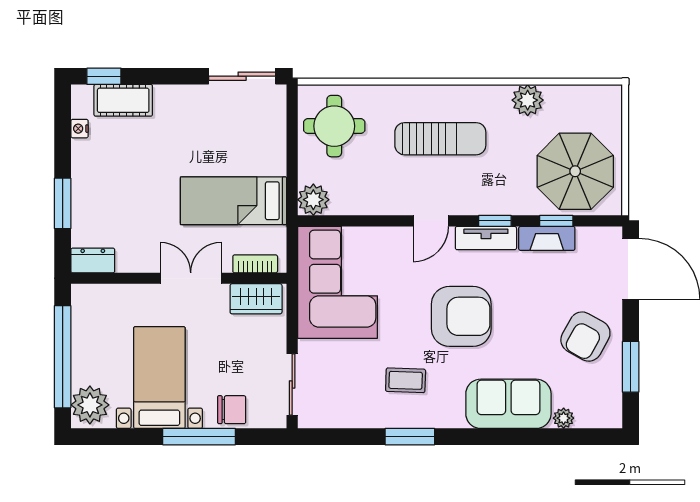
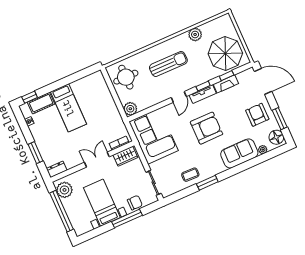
sliding door: (242, 76) -> (82, 74), removed
bed: (234, 201) -> (68, 108), moved, turned -90
armchair: (585, 337) -> (257, 115), turned 151
coffee table: (406, 380) -> (190, 175), moved
floor lamp: (605, 404) -> (276, 137), added
plant: (90, 405) -> (64, 190), moved

